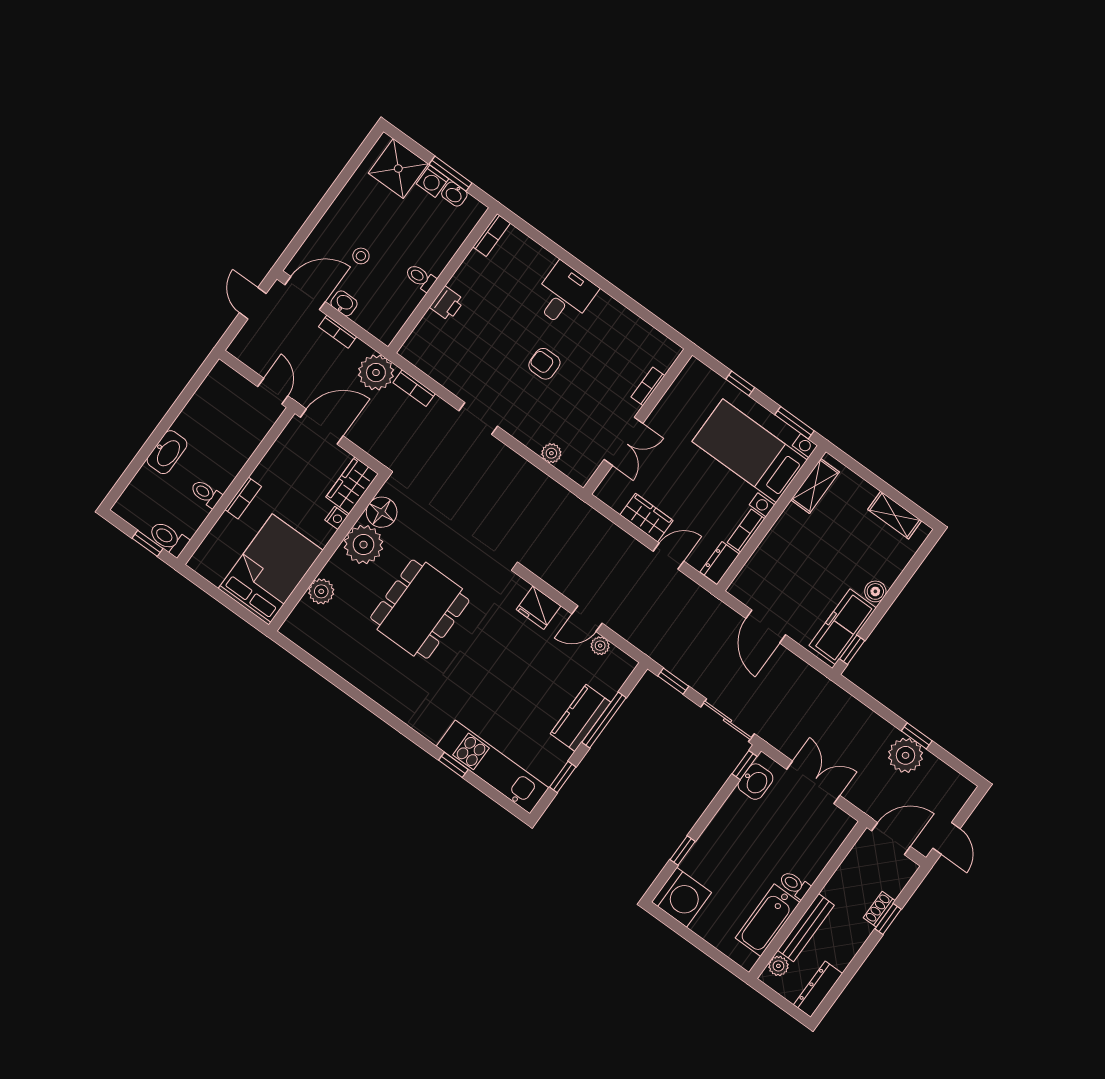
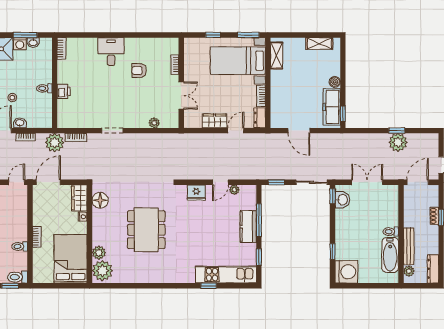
armchair: (544, 364) -> (139, 71), moved
door: (273, 391) -> (17, 182), hinge flipped
plant: (364, 545) -> (102, 271), moved

